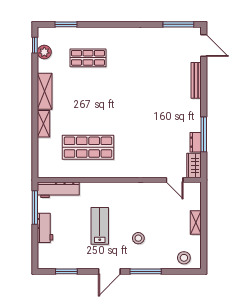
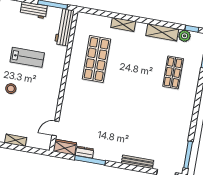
shelving: (45, 91) -> (162, 32), moved

